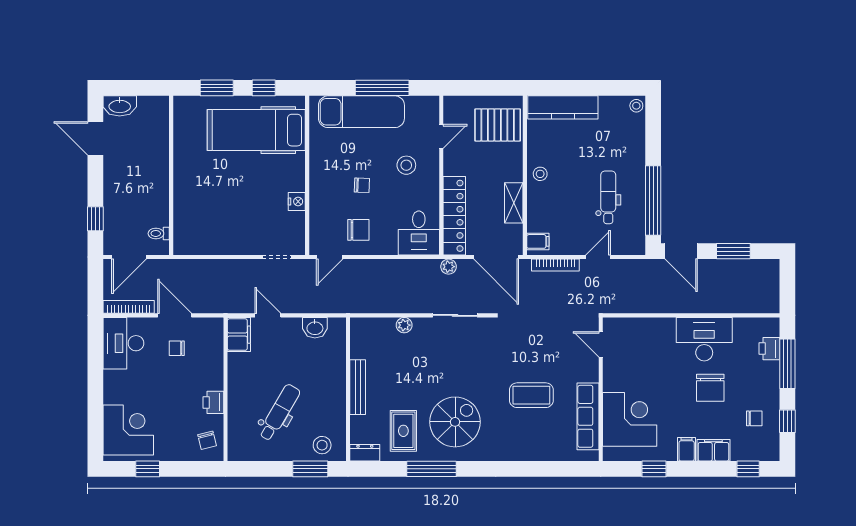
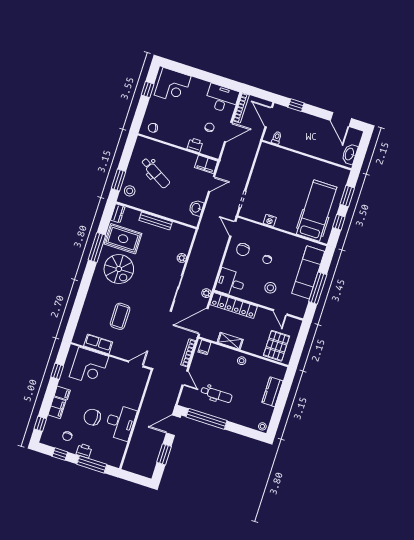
washbasin: (120, 106) -> (350, 154), moved
kitchen counter: (563, 107) -> (272, 392), width x0.67
door: (95, 138) -> (341, 120), swing flipped
printer: (769, 349) -> (84, 451), moved
printer: (213, 402) -> (195, 145), moved
row of seats: (588, 416) -> (98, 344), width x0.68
rug: (403, 431) -> (123, 239), width x1.36, depth x1.43

